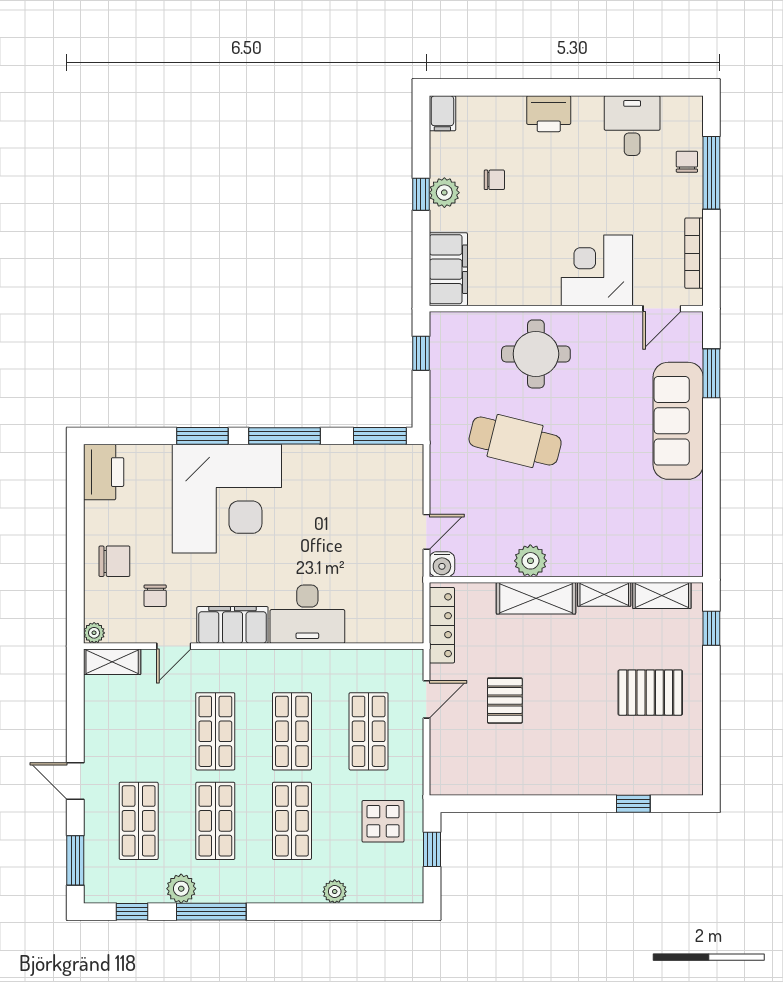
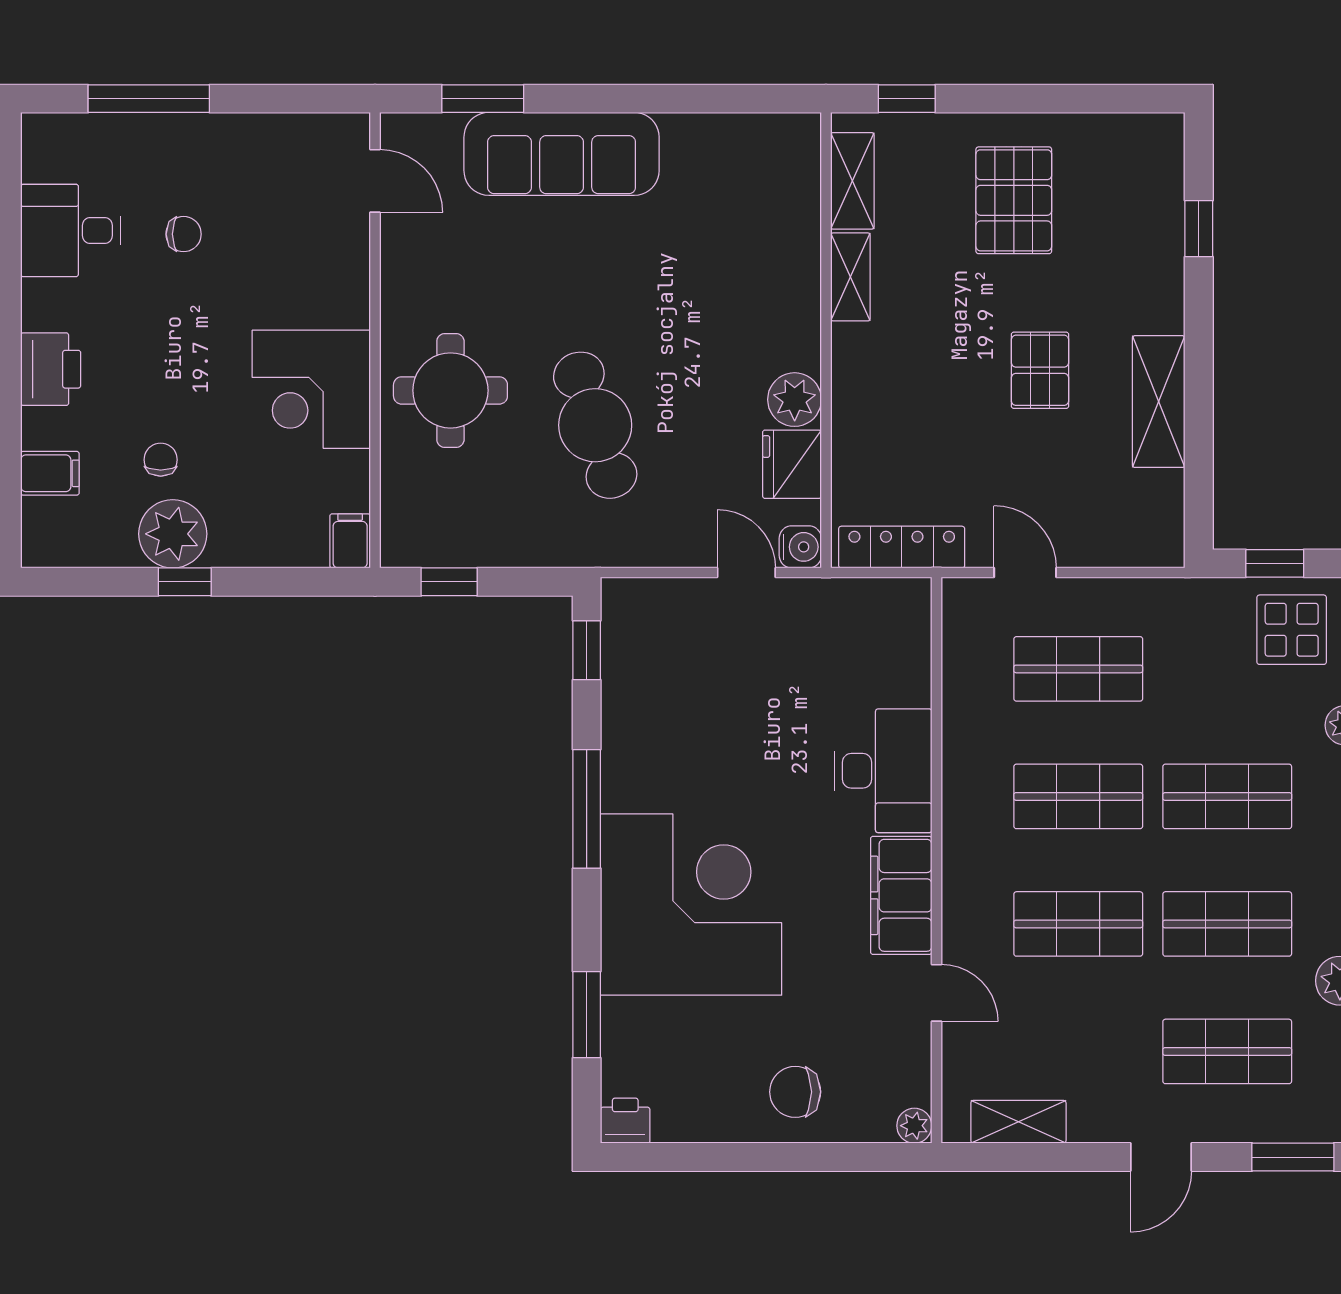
filing cabinet: (442, 113) -> (50, 473), moved
chair: (687, 162) -> (184, 234), moved, turned 180
plant: (444, 193) -> (173, 534), width x1.36, depth x1.36
bookcase: (694, 253) -> (283, 127), removed
filing cabinet: (448, 269) -> (350, 541), width x0.33, depth x0.86
corner desk: (597, 270) -> (311, 389), moved
window: (202, 436) -> (587, 1015), moved
window: (380, 436) -> (587, 650), width x0.67
cafe table: (515, 441) -> (595, 425), turned -32
printer: (104, 472) -> (625, 1121), width x0.53, depth x0.68
fridge: (492, 559) -> (792, 464), added
chair: (114, 561) -> (795, 1092), turned -90
chair: (155, 596) -> (853, 1024), removed
shelving: (536, 598) -> (1159, 402), moved
shelving: (112, 662) -> (1018, 1122), moved, turned 90
pallet: (505, 701) -> (1040, 370), moved, turned 90
display table: (383, 821) -> (1292, 630), moved

